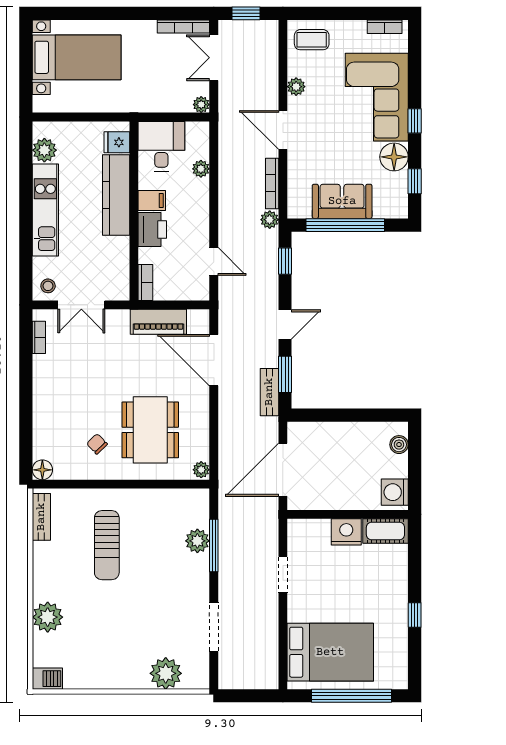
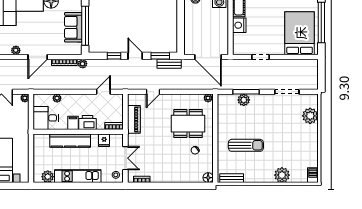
fridge: (117, 142) -> (104, 140), moved
window: (285, 261) -> (114, 56), moved
door: (214, 360) -> (153, 92), width x0.53

